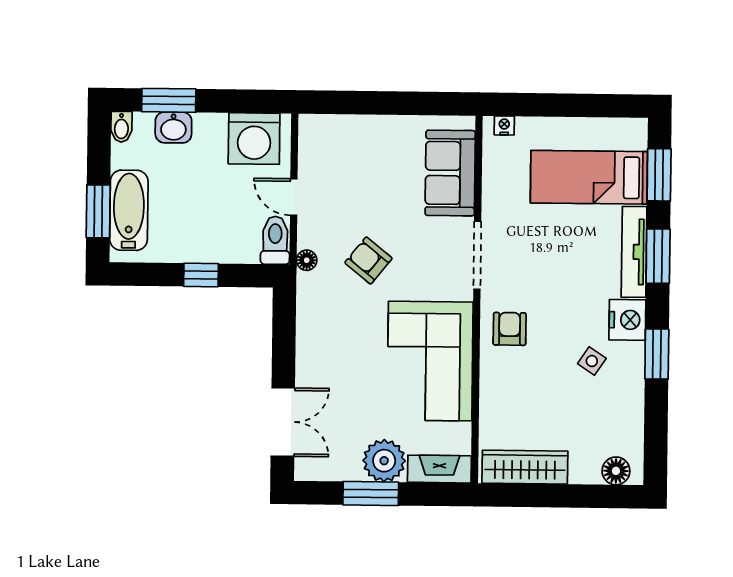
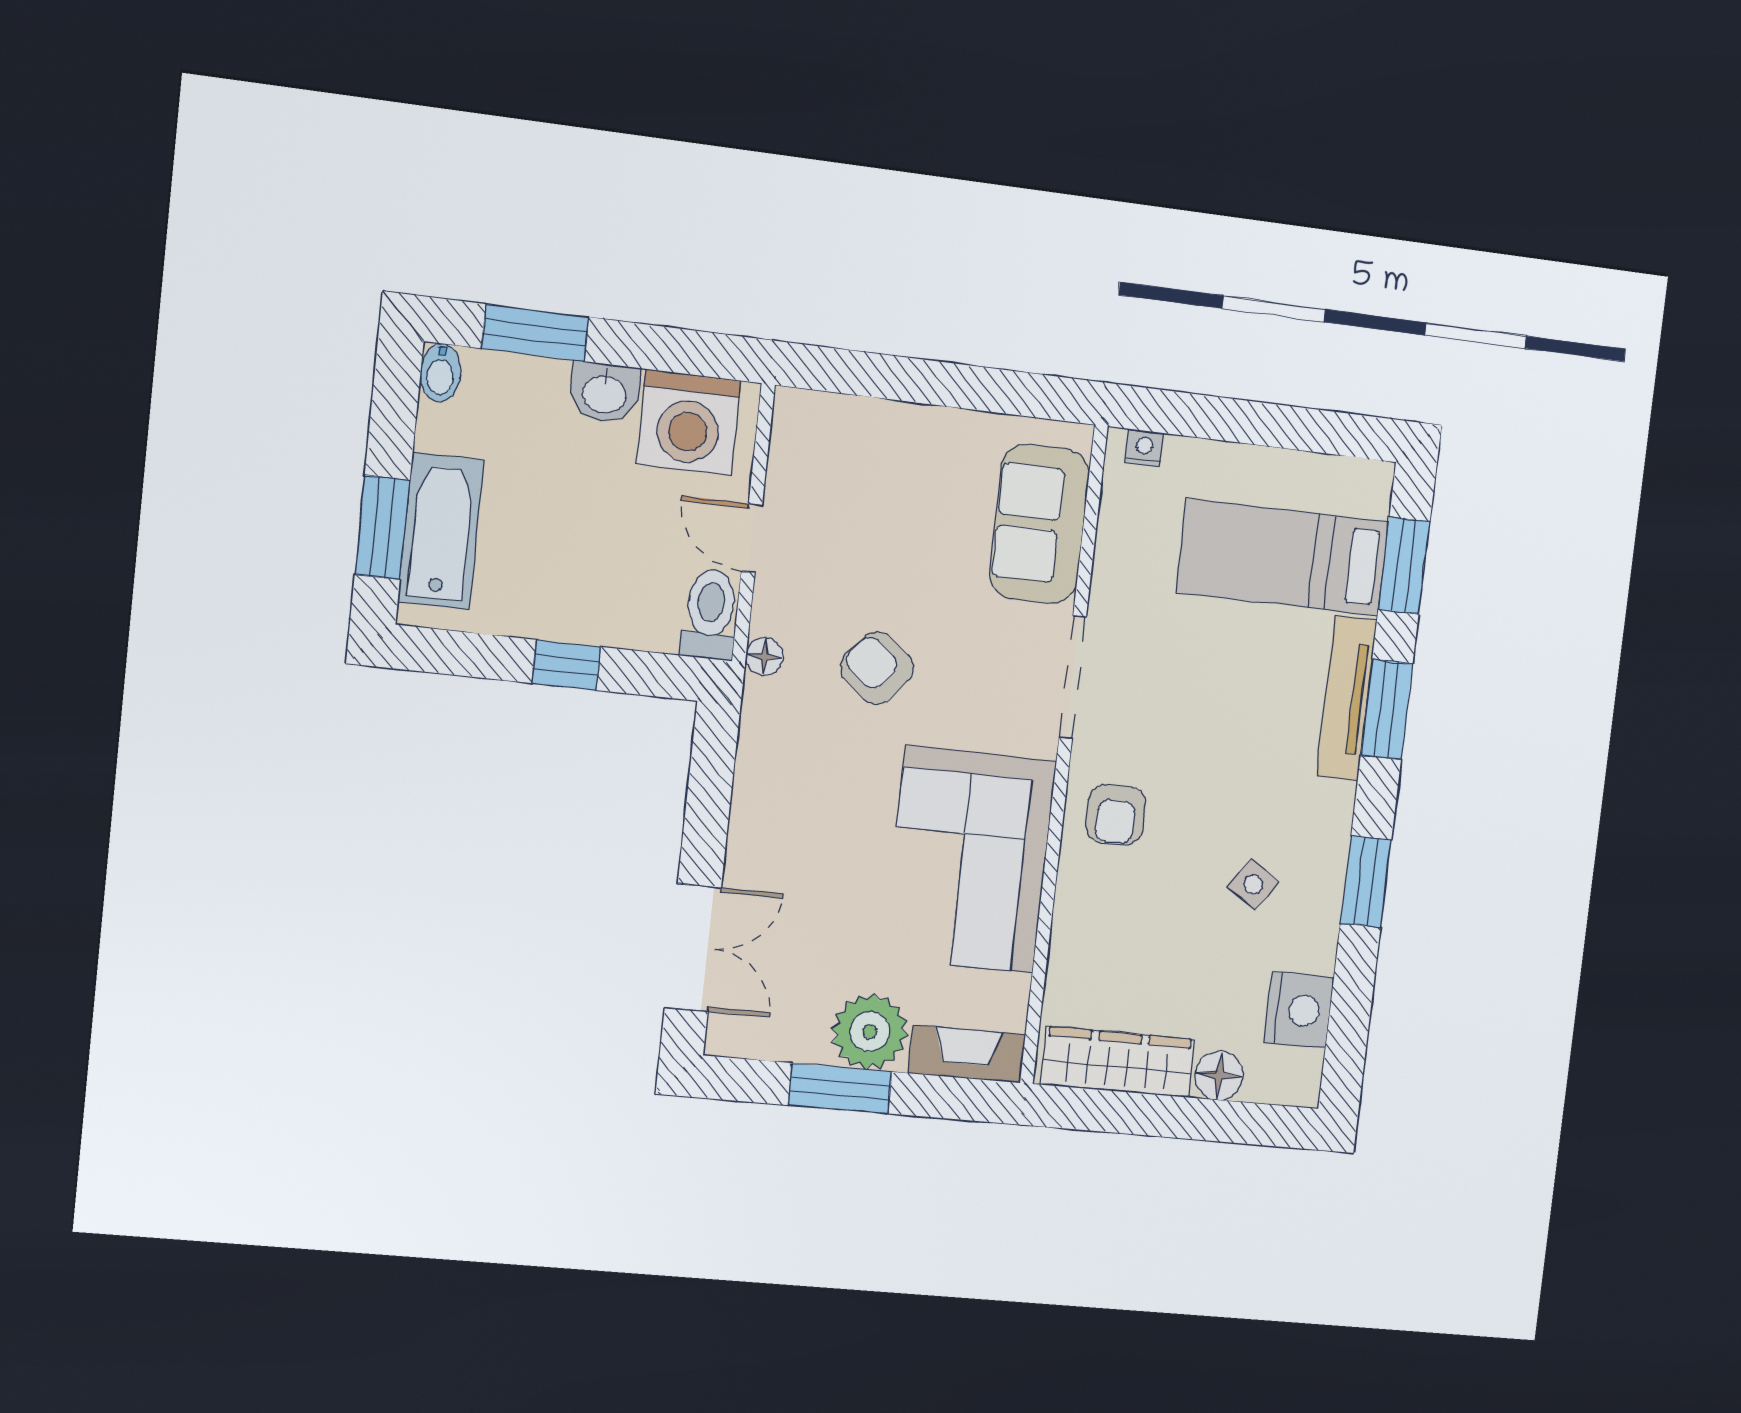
washbasin: (173, 127) -> (605, 393), moved
nightstand: (627, 320) -> (1299, 1010), moved
armchair: (510, 329) -> (1116, 815), turned 180
floor lamp: (616, 471) -> (1219, 1076), moved

